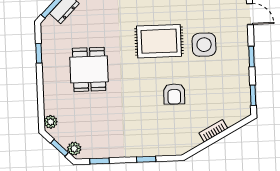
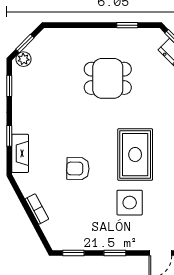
plant: (51, 122) -> (53, 35), removed
fireplace: (162, 148) -> (20, 153), added

